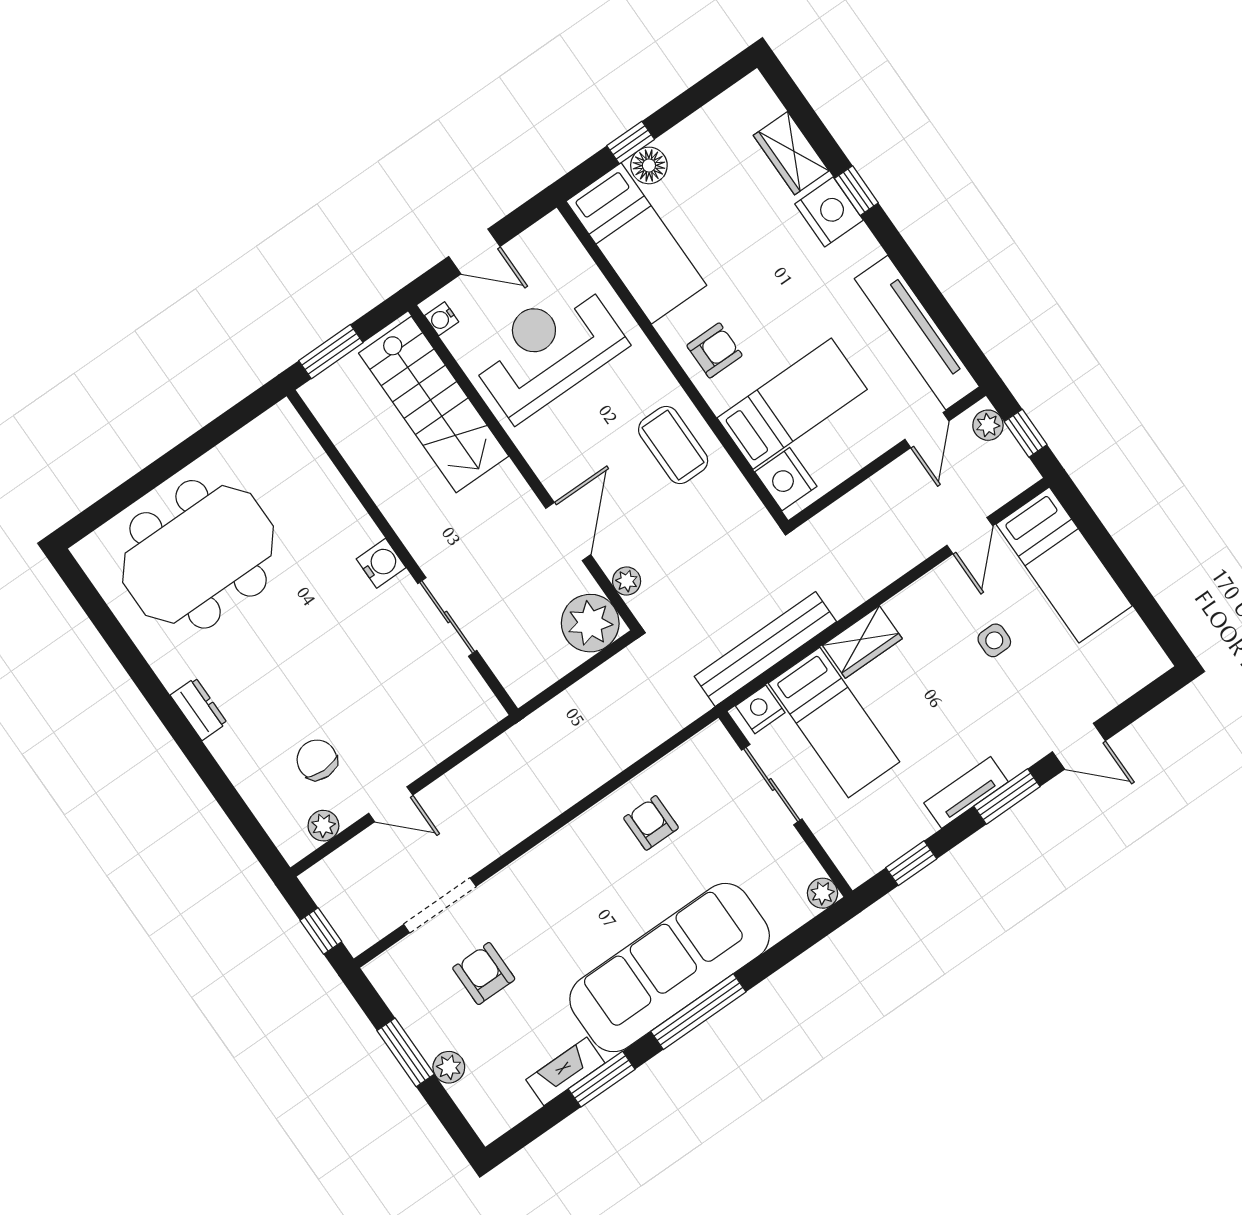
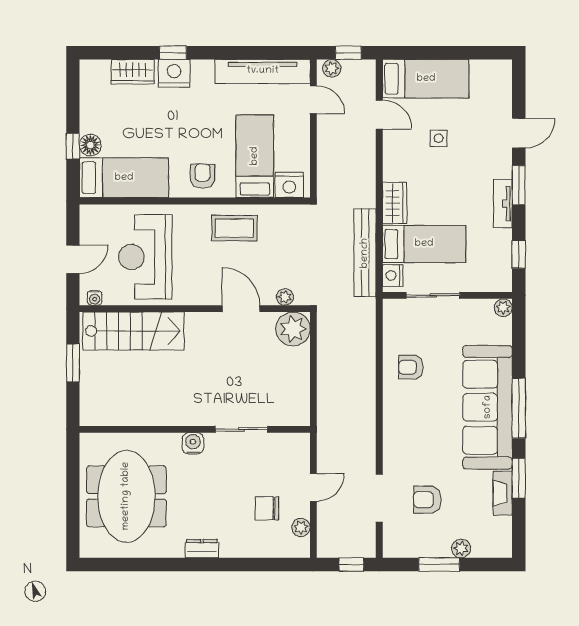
wall: (402, 552) -> (195, 429), moved
water cooler: (381, 563) -> (193, 443), moved
sliding door: (447, 617) -> (242, 429), moved

